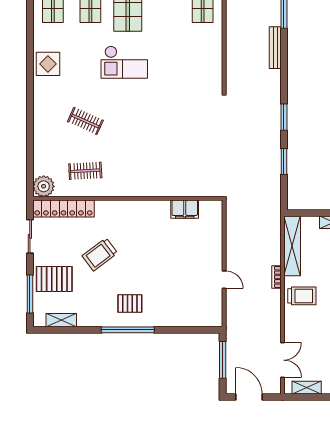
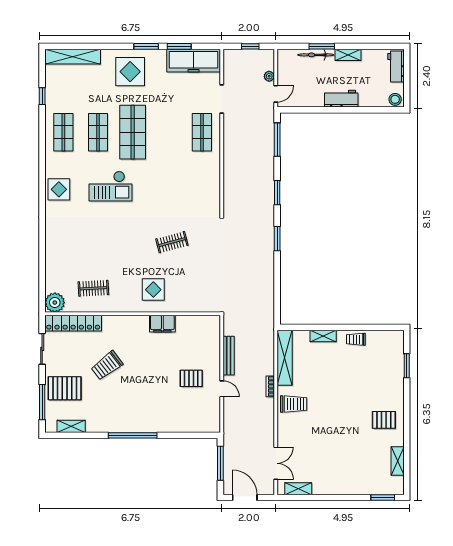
bench: (275, 48) -> (229, 356), moved
checkout: (124, 62) -> (111, 186), moved
clothes rail: (85, 121) -> (172, 242), moved, turned -39
window: (284, 162) -> (277, 193), moved
display table: (150, 172) -> (153, 290), added
filing cabinet: (185, 209) -> (162, 324), moved
pallet: (130, 304) -> (191, 378), moved

